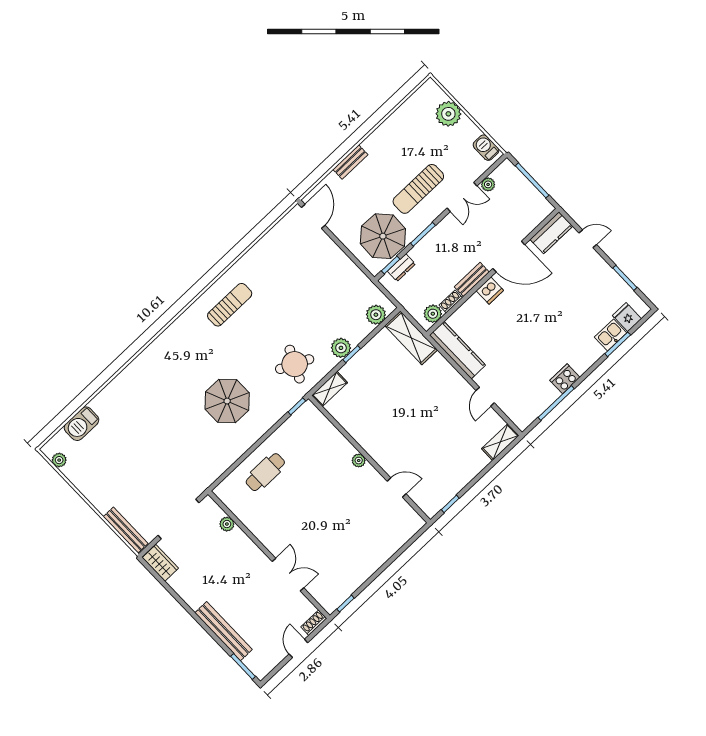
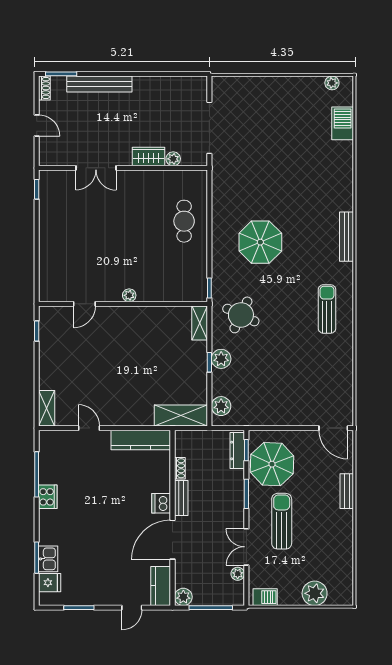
dresser: (401, 268) -> (237, 450), width x1.44
sun lounger: (230, 305) -> (327, 309), turned 180
plant: (433, 314) -> (183, 597), moved
bench: (126, 530) -> (347, 237), moved, turned 90
wardrobe: (160, 563) -> (149, 157), moved, turned 180
shoe rack: (314, 623) -> (44, 88), moved

